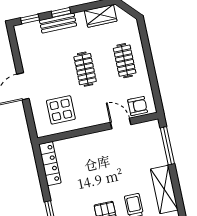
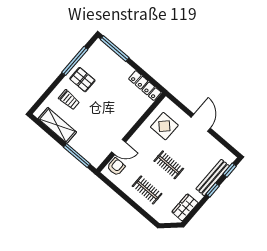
bench: (58, 23) -> (213, 177), width x1.36
armchair: (138, 106) -> (116, 167), turned 180

